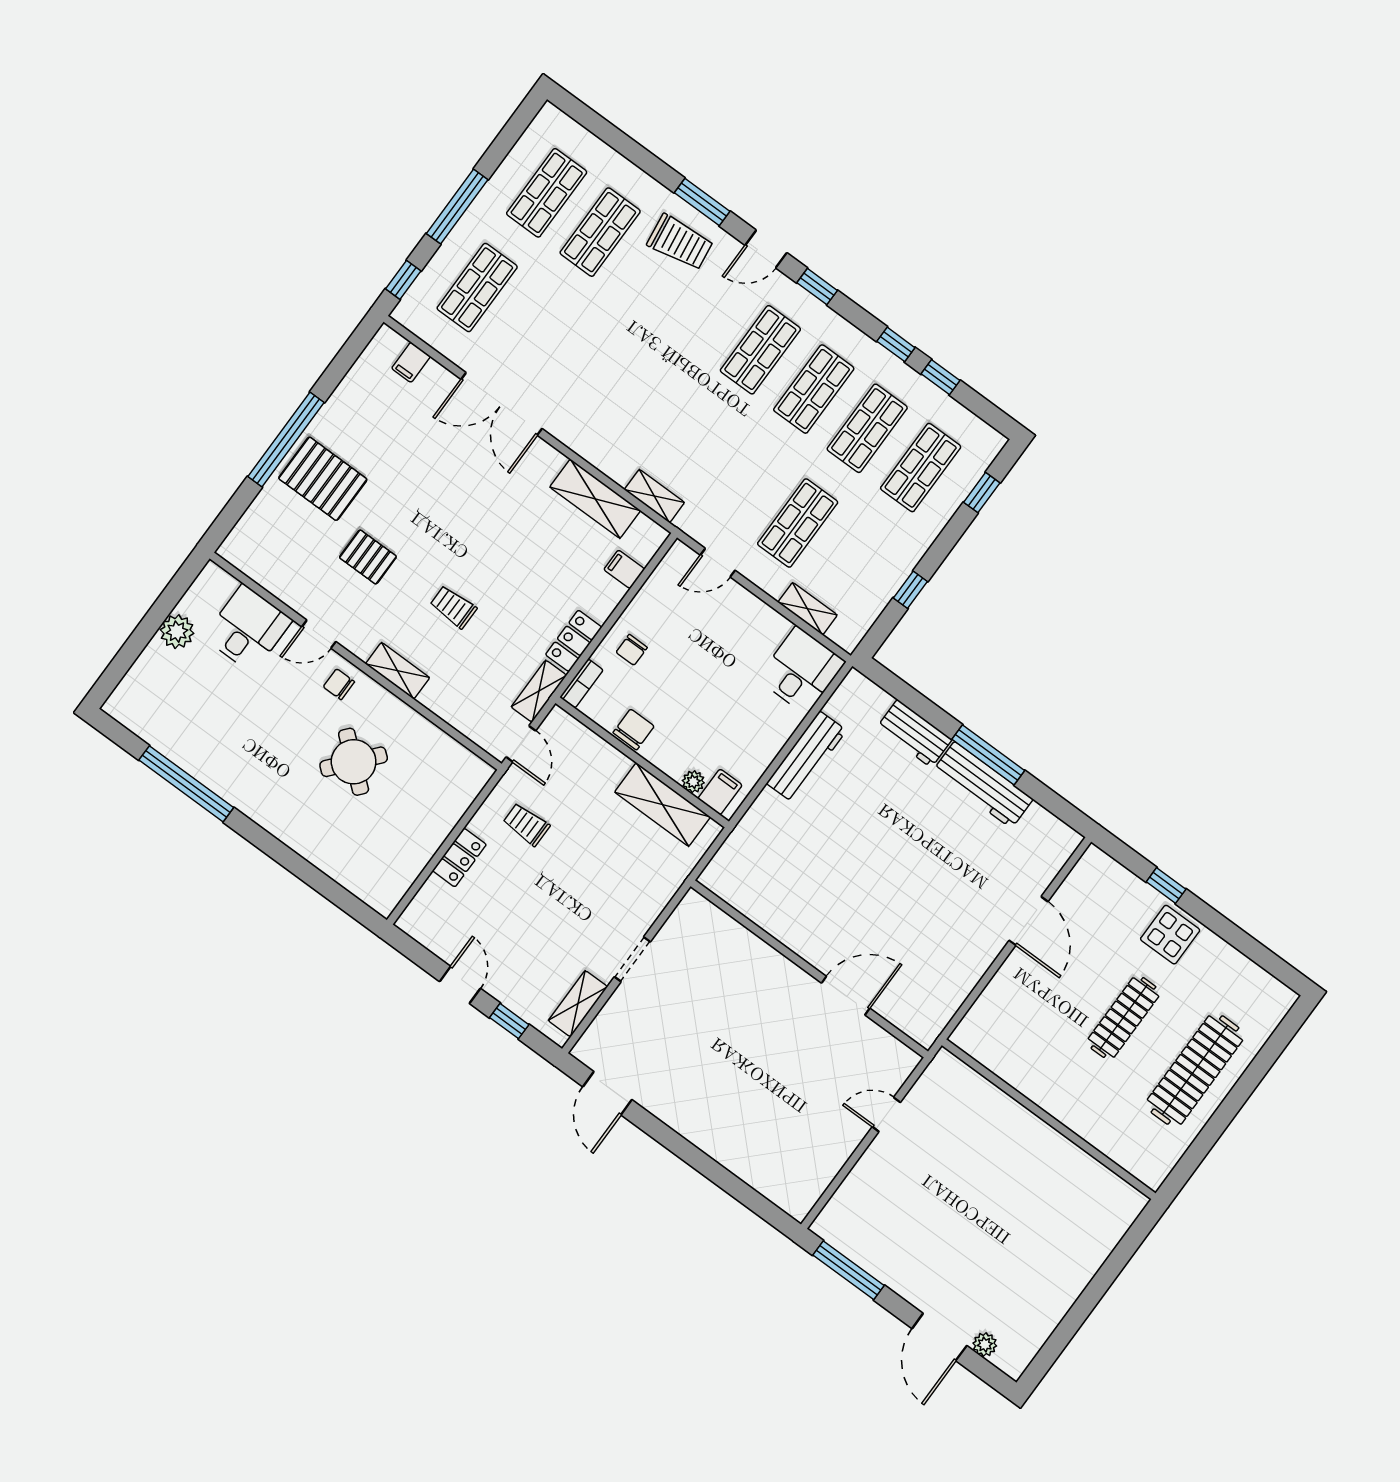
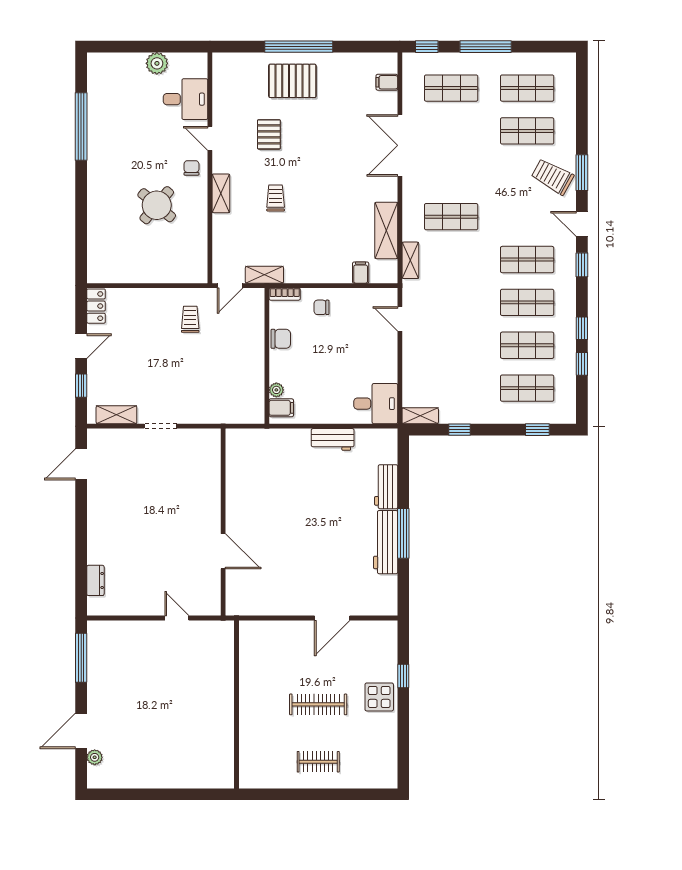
trolley: (680, 242) -> (552, 177), turned 127
pallet: (323, 479) -> (292, 81), turned 90
shop shelf: (798, 523) -> (451, 217), moved
shelving: (808, 609) -> (420, 416), moved, turned 90
locker: (574, 641) -> (304, 274), removed
workbench: (806, 757) -> (333, 439), width x0.73
shelving: (662, 805) -> (253, 383), removed
locker: (459, 858) -> (96, 306), moved, turned -90
clothes rail: (1195, 1070) -> (318, 762), width x0.54, depth x0.76
dresser: (765, 1182) -> (95, 580), added

